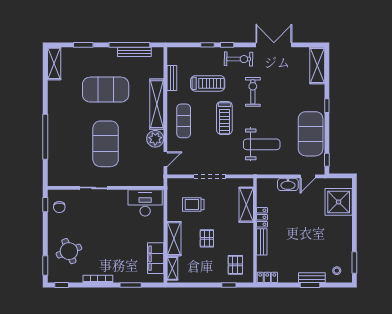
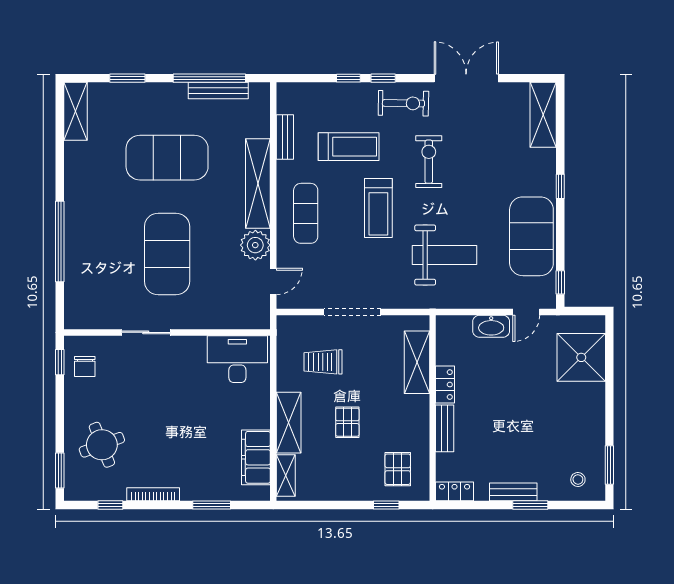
bench: (312, 278) -> (513, 492), moved
window: (62, 285) -> (110, 505), moved

